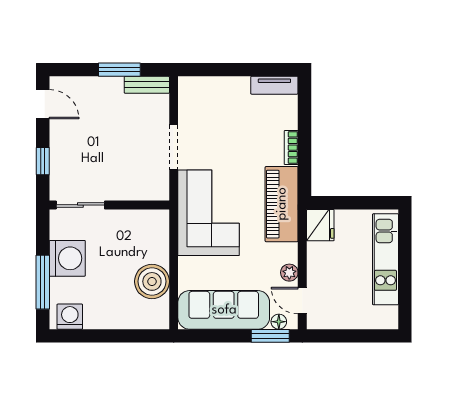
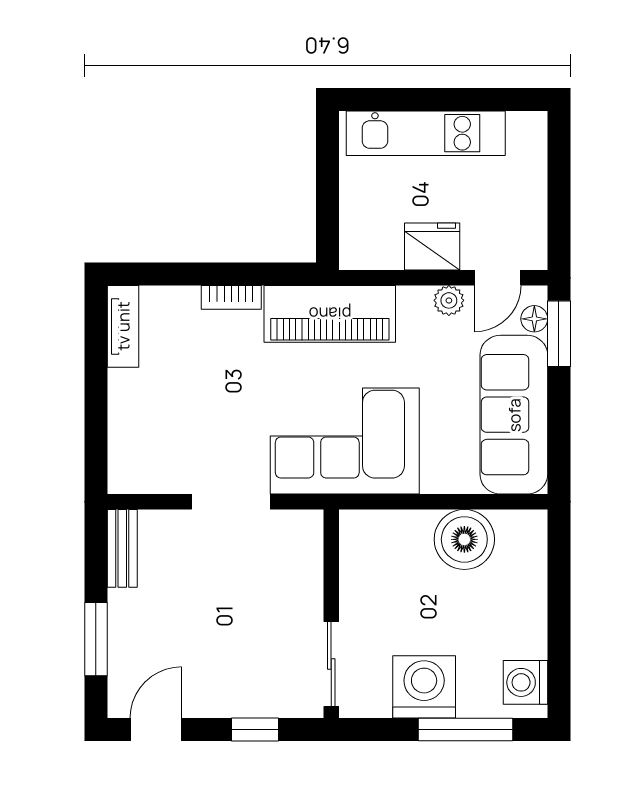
window: (119, 70) -> (96, 639), moved
fridge: (320, 225) -> (432, 247), moved

